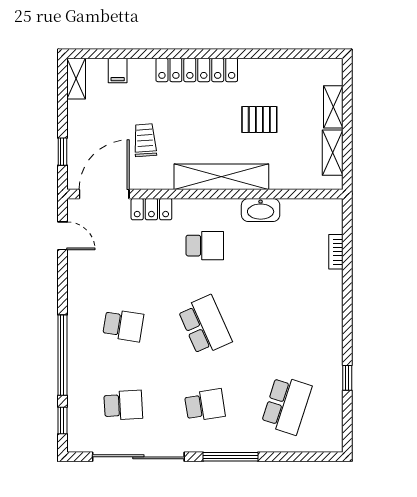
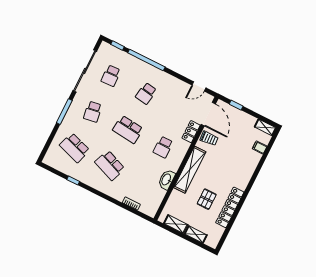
locker: (197, 70) -> (230, 207), moved
trolley: (145, 140) -> (209, 138), moved
school desk: (205, 325) -> (128, 129), turned 30
school desk: (286, 325) -> (110, 165), added

